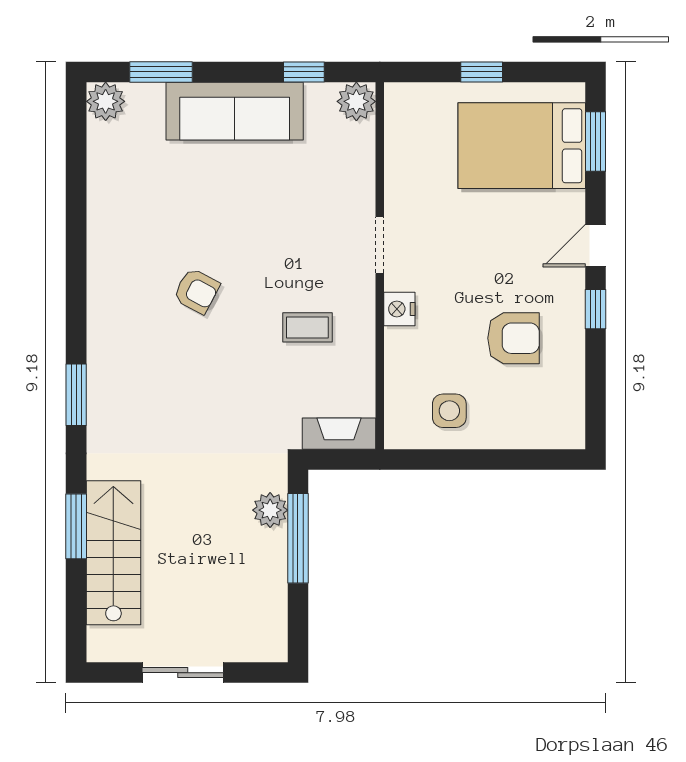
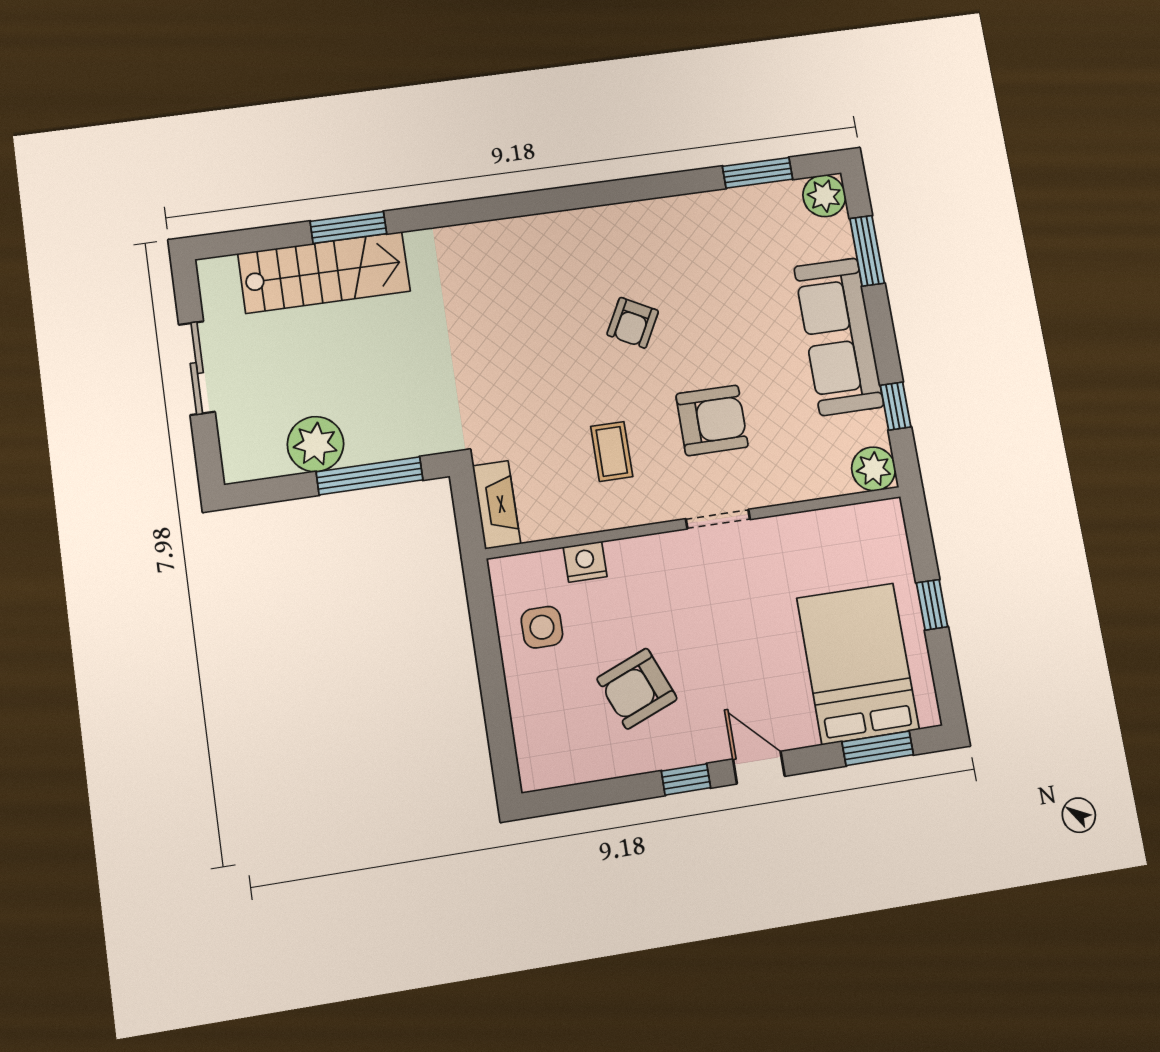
armchair: (293, 236) -> (712, 420), added
nightstand: (399, 309) -> (585, 562), moved
armchair: (514, 338) -> (637, 689), turned 68
window: (76, 395) -> (758, 173), moved
plant: (270, 510) -> (315, 444), moved, width x1.36, depth x1.36

